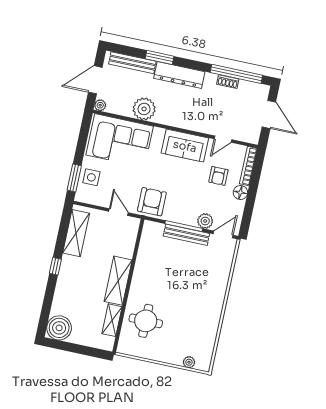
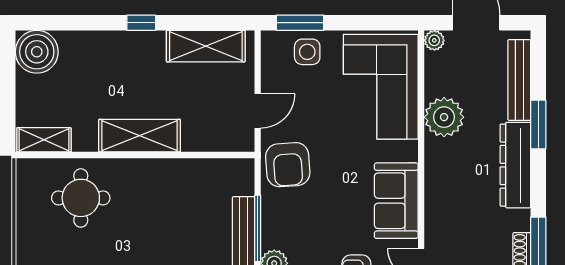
armchair: (152, 202) -> (288, 165), turned 86
shelving: (112, 320) -> (44, 140), moved

